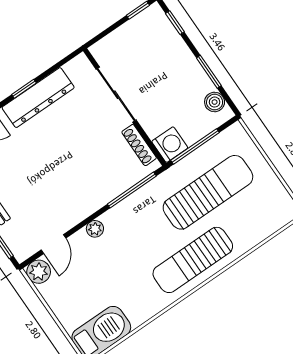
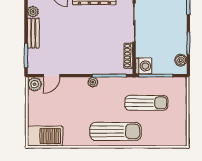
sun lounger: (208, 192) -> (146, 103), width x0.73, depth x0.75
plant: (95, 229) -> (93, 82), moved
sun lounger: (193, 260) -> (116, 131), turned 180

